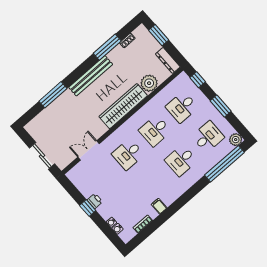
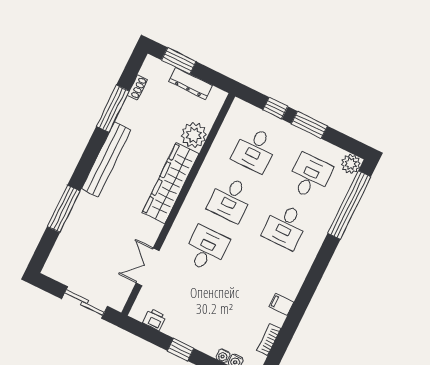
dresser: (168, 60) -> (191, 83), moved
window: (198, 80) -> (275, 108), moved
desk: (128, 154) -> (206, 249), turned 180
printer: (95, 201) -> (154, 319), moved

